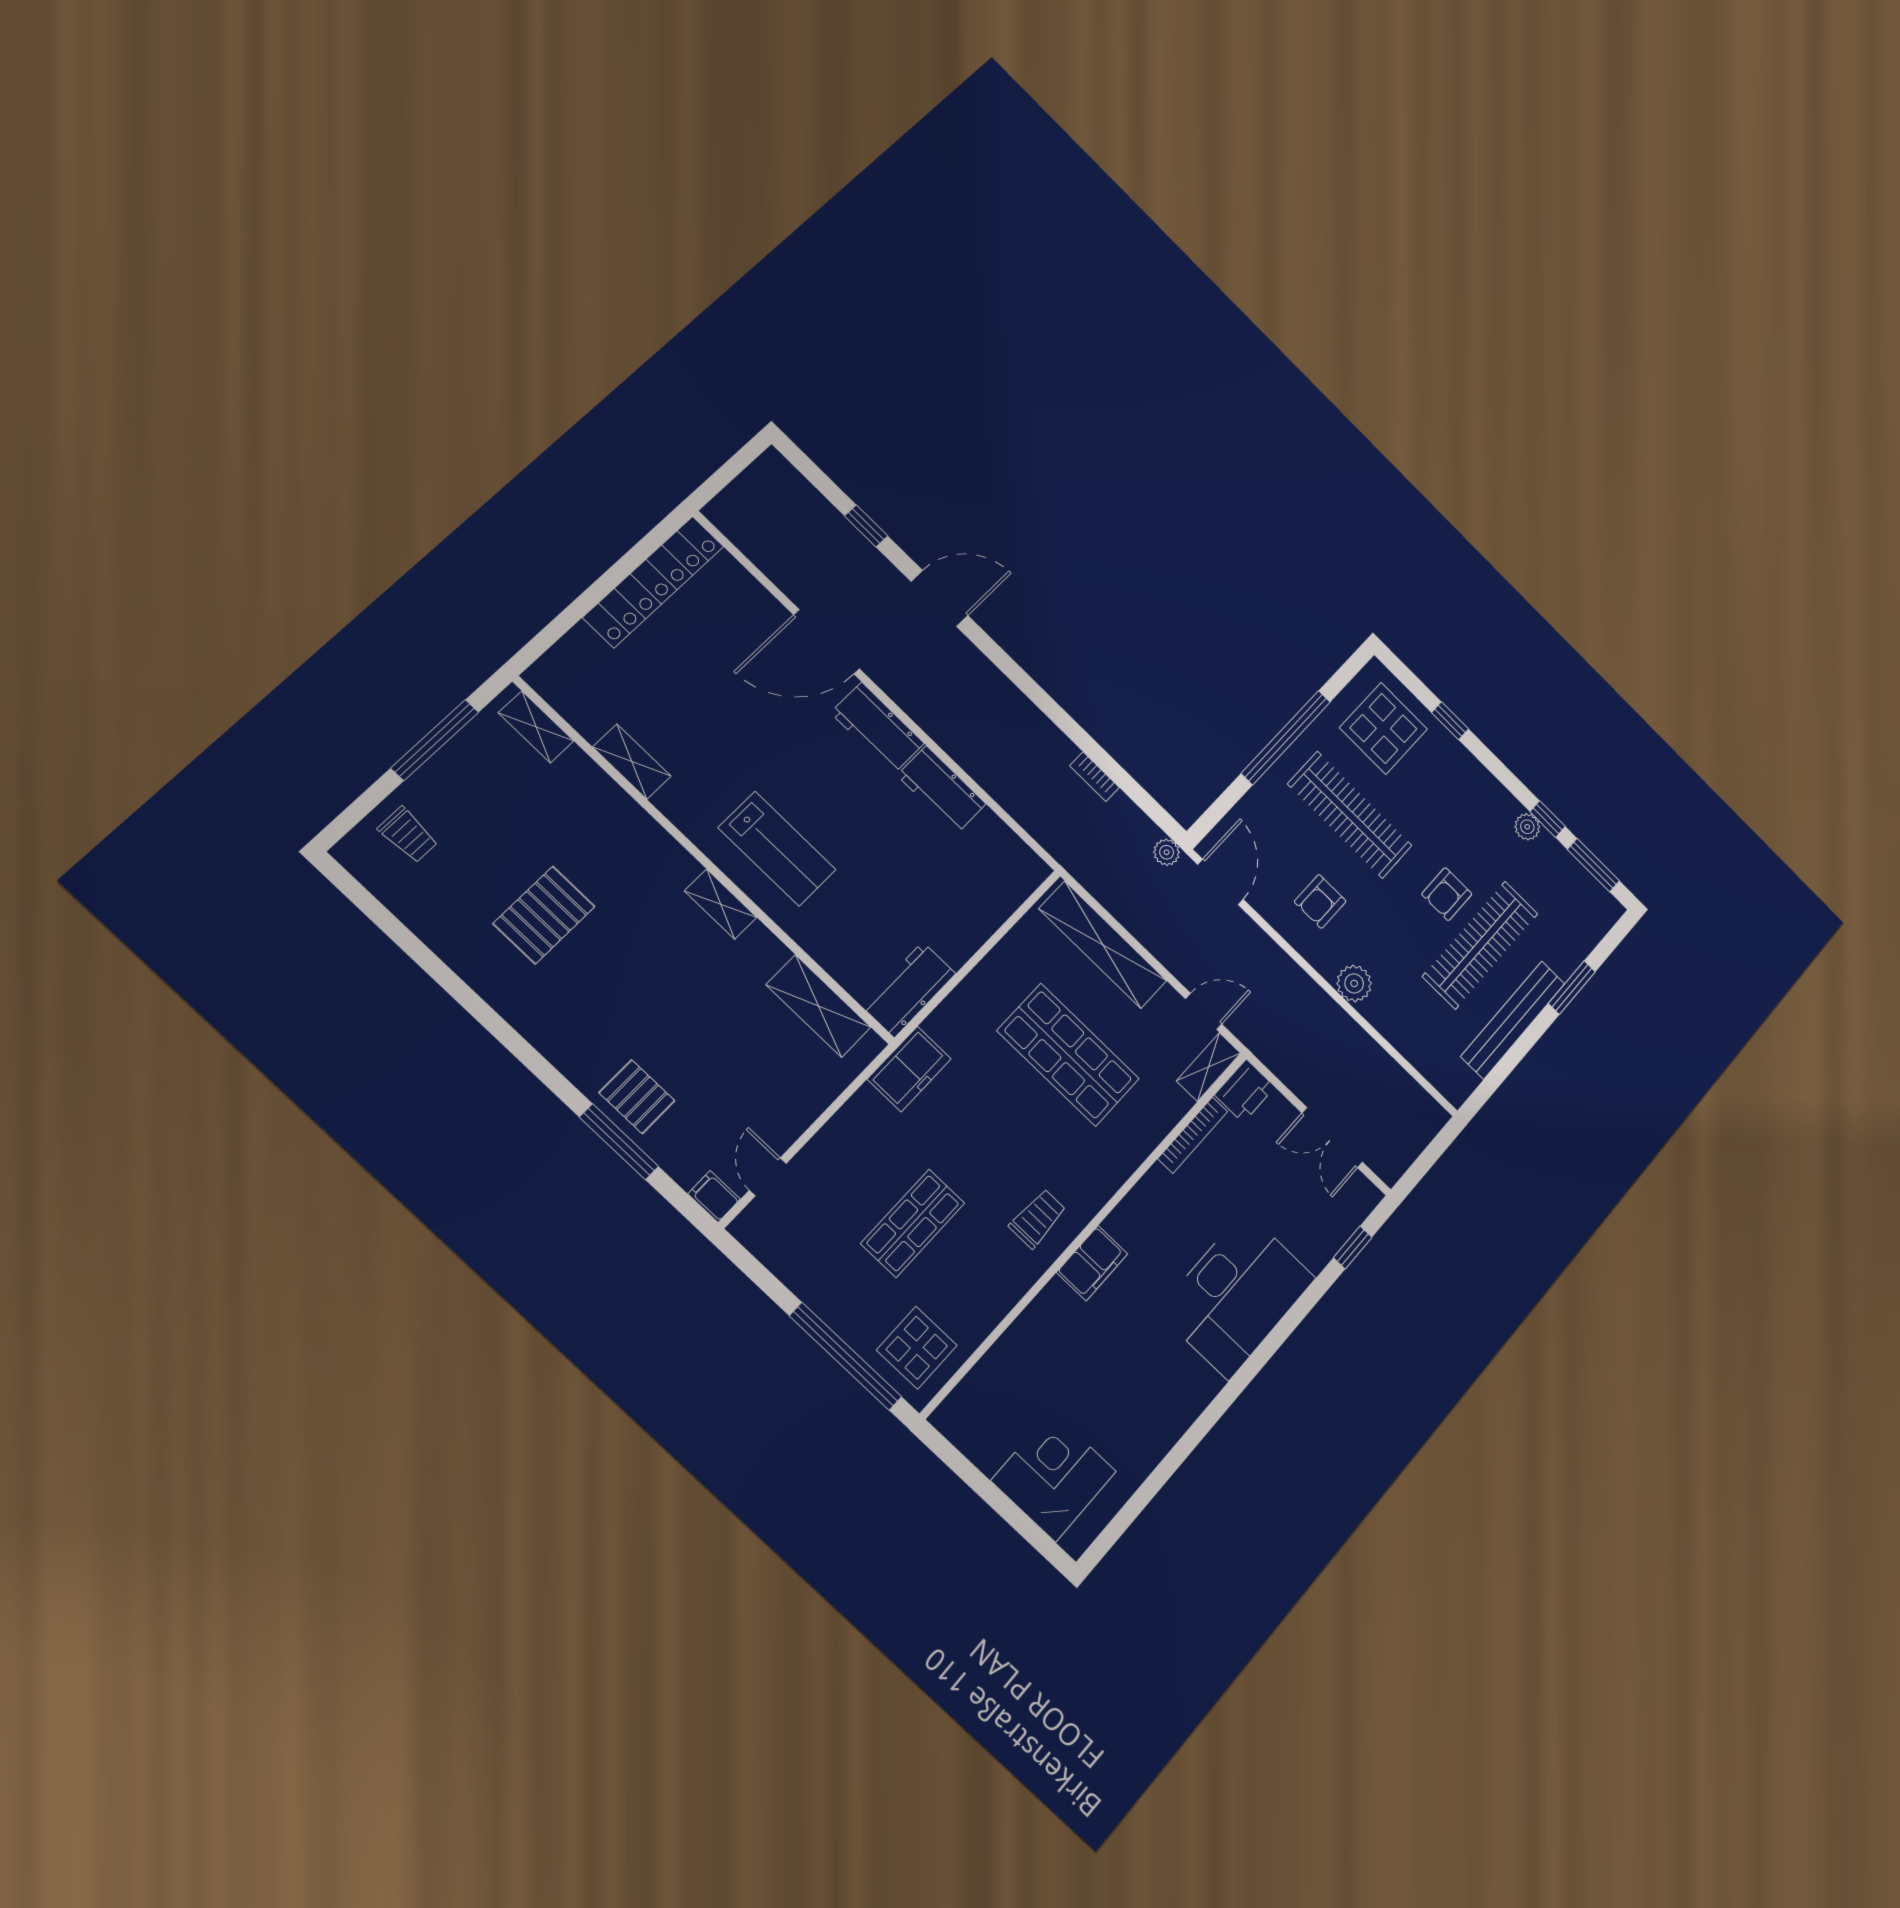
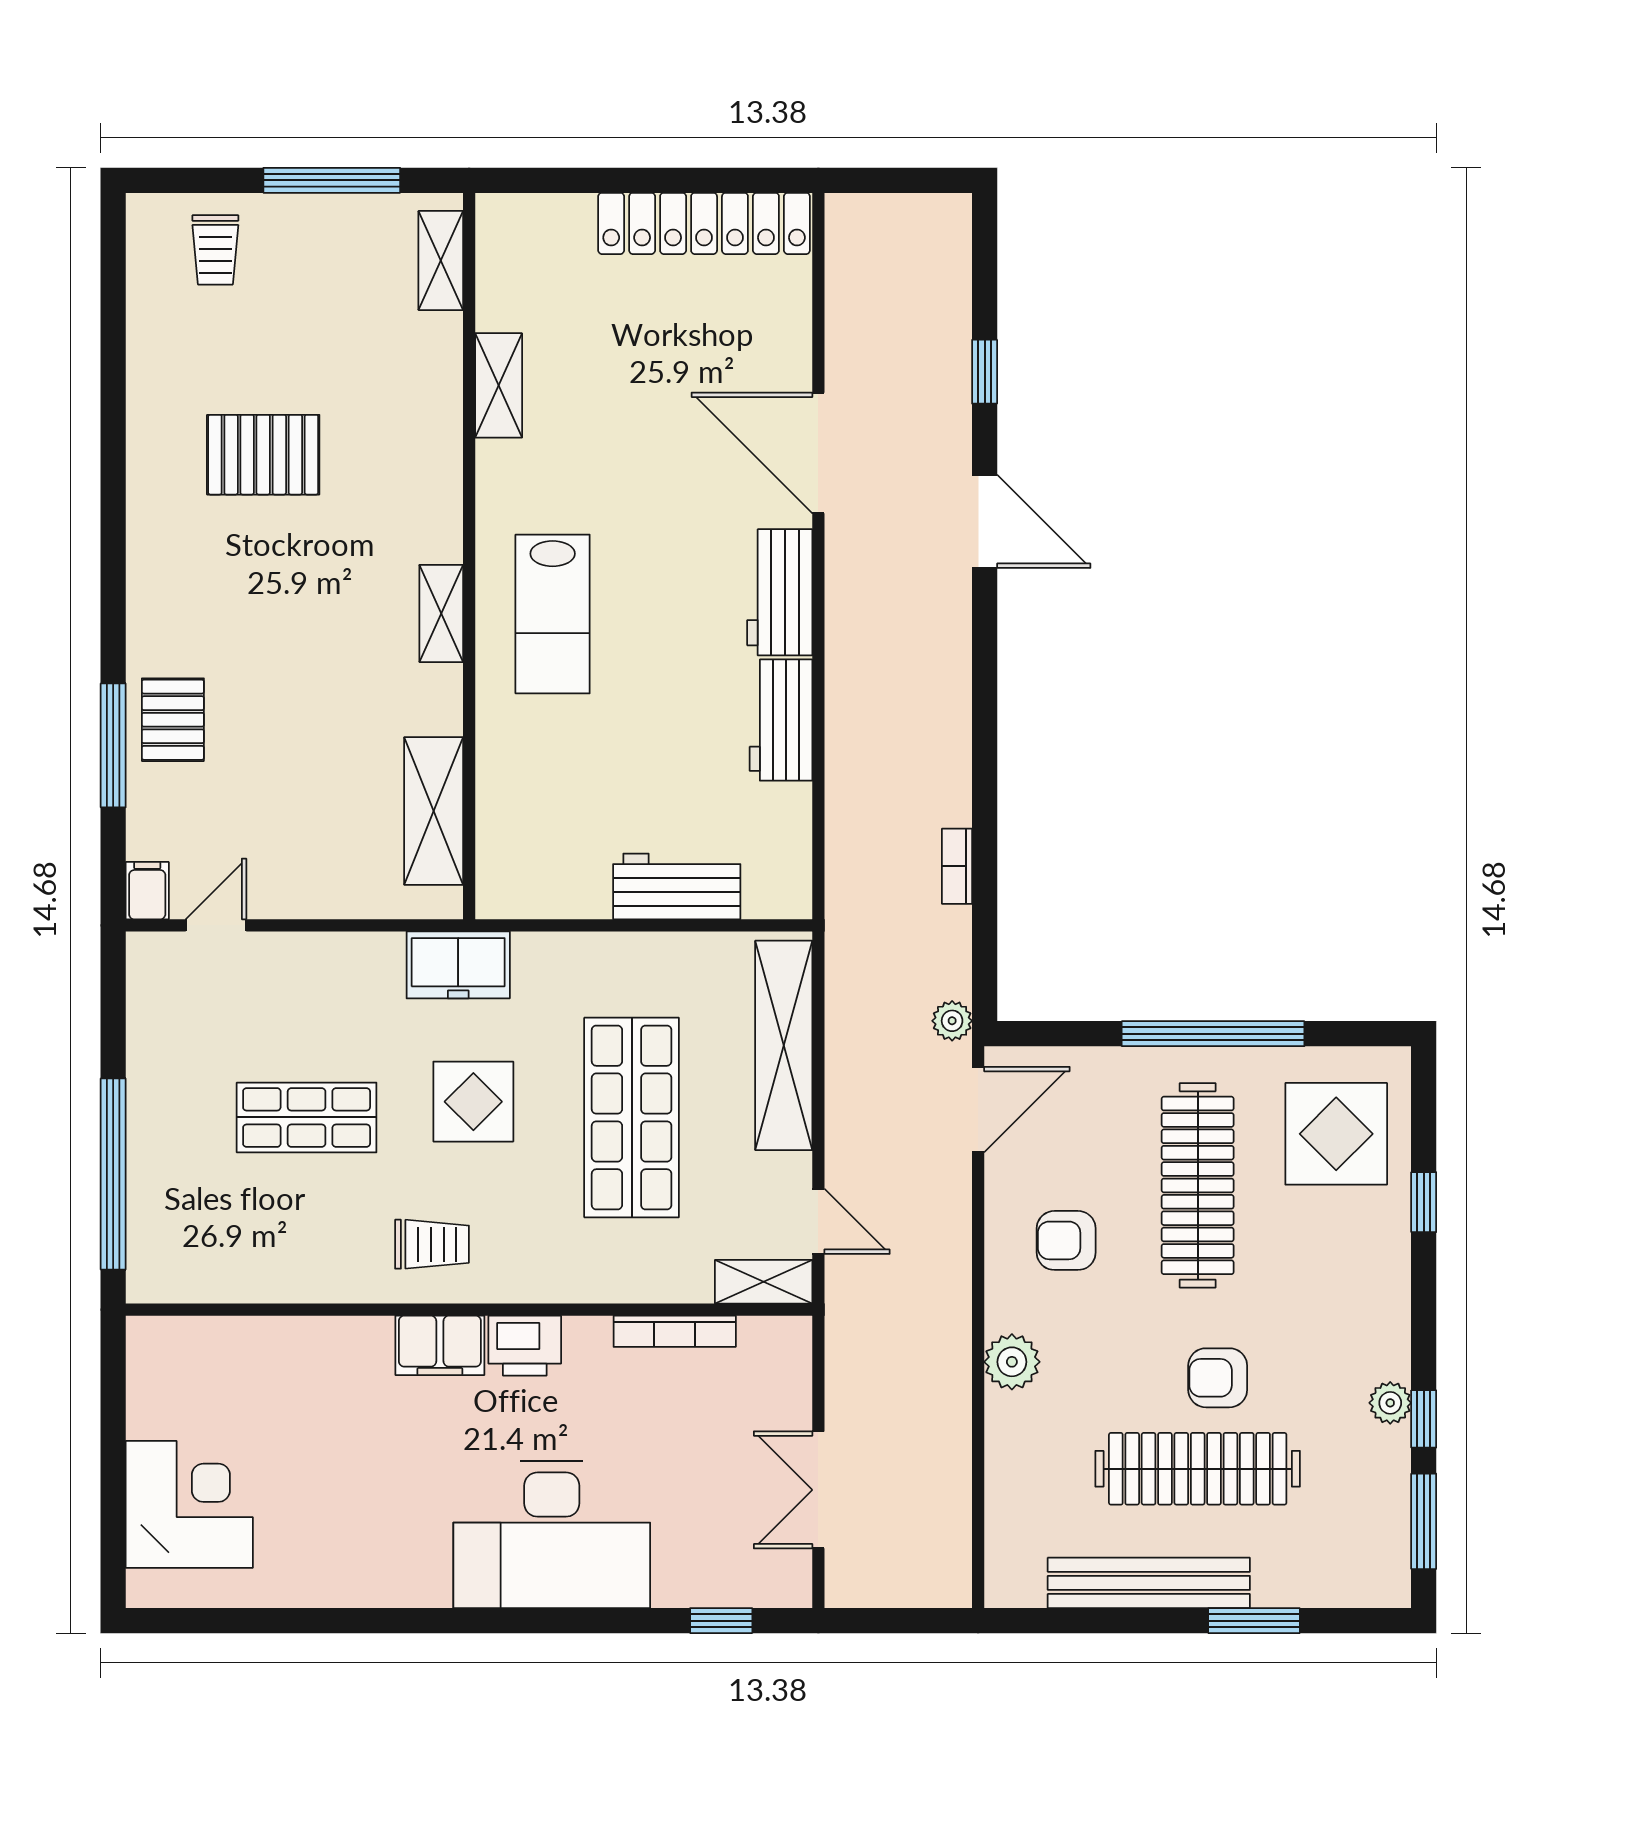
workbench: (909, 990) -> (677, 886), moved
printer: (1245, 1091) -> (525, 1346), moved
display table: (917, 1348) -> (473, 1102), moved

